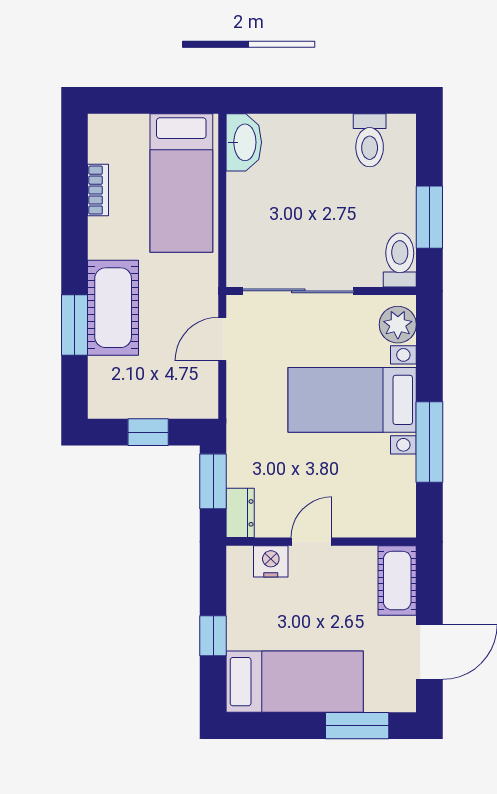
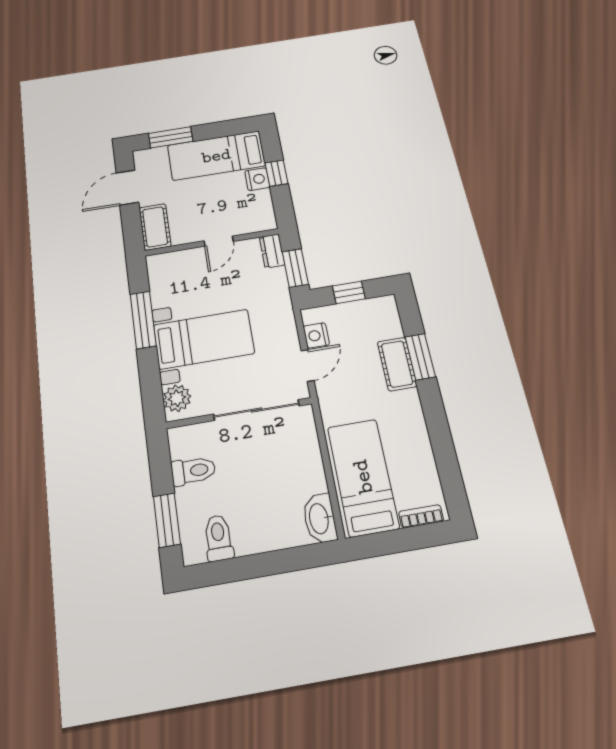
bookcase: (98, 190) -> (421, 516), moved, turned 90
window: (429, 217) -> (167, 520), moved
toilet: (400, 260) -> (193, 471), moved, turned -90
cot: (113, 308) -> (397, 364), width x0.73, depth x0.75
nightstand: (203, 378) -> (316, 335), added
nightstand: (271, 561) -> (257, 179), moved, turned -90

